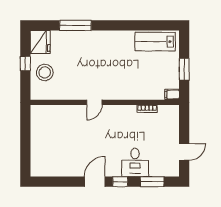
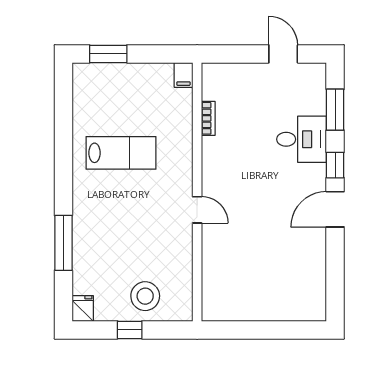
fridge: (40, 42) -> (83, 308), width x0.53, depth x0.75
lab bench: (155, 42) -> (121, 153), moved, turned -90
window: (184, 69) -> (108, 54), moved
door: (95, 182) -> (335, 209), hinge flipped

